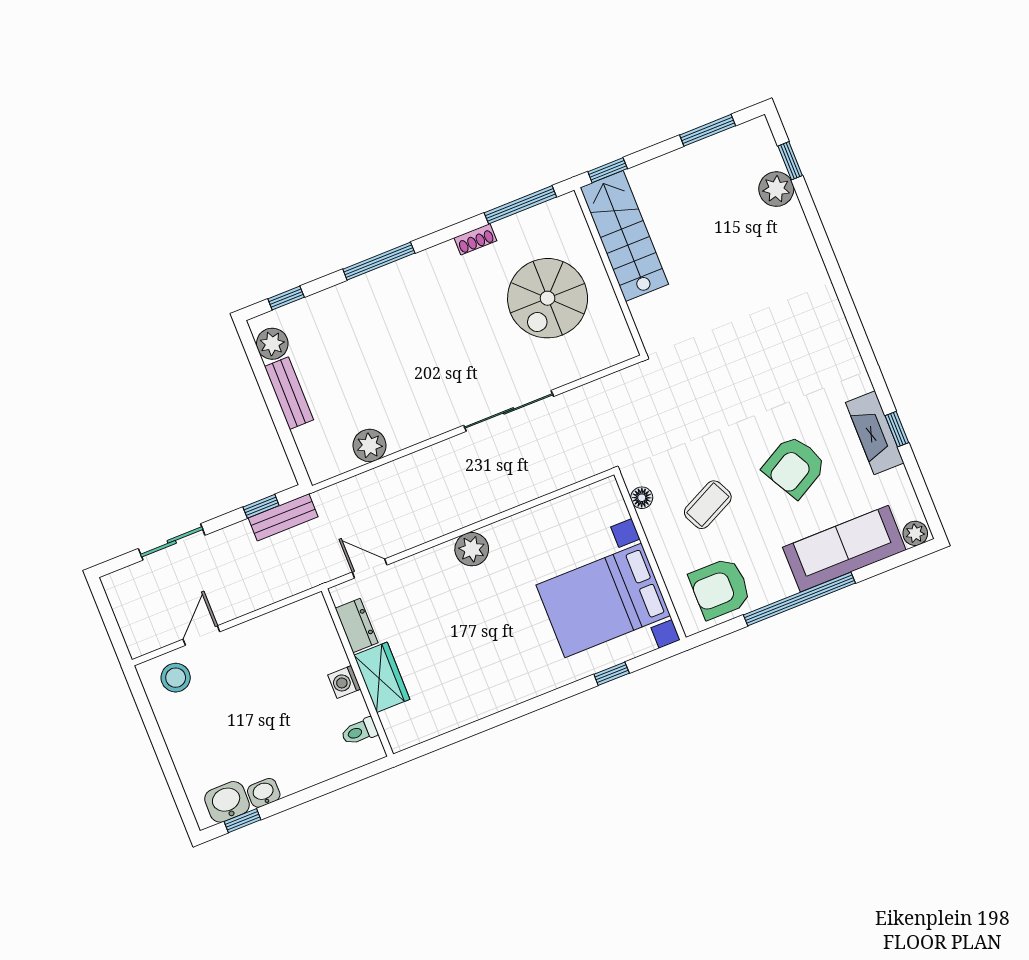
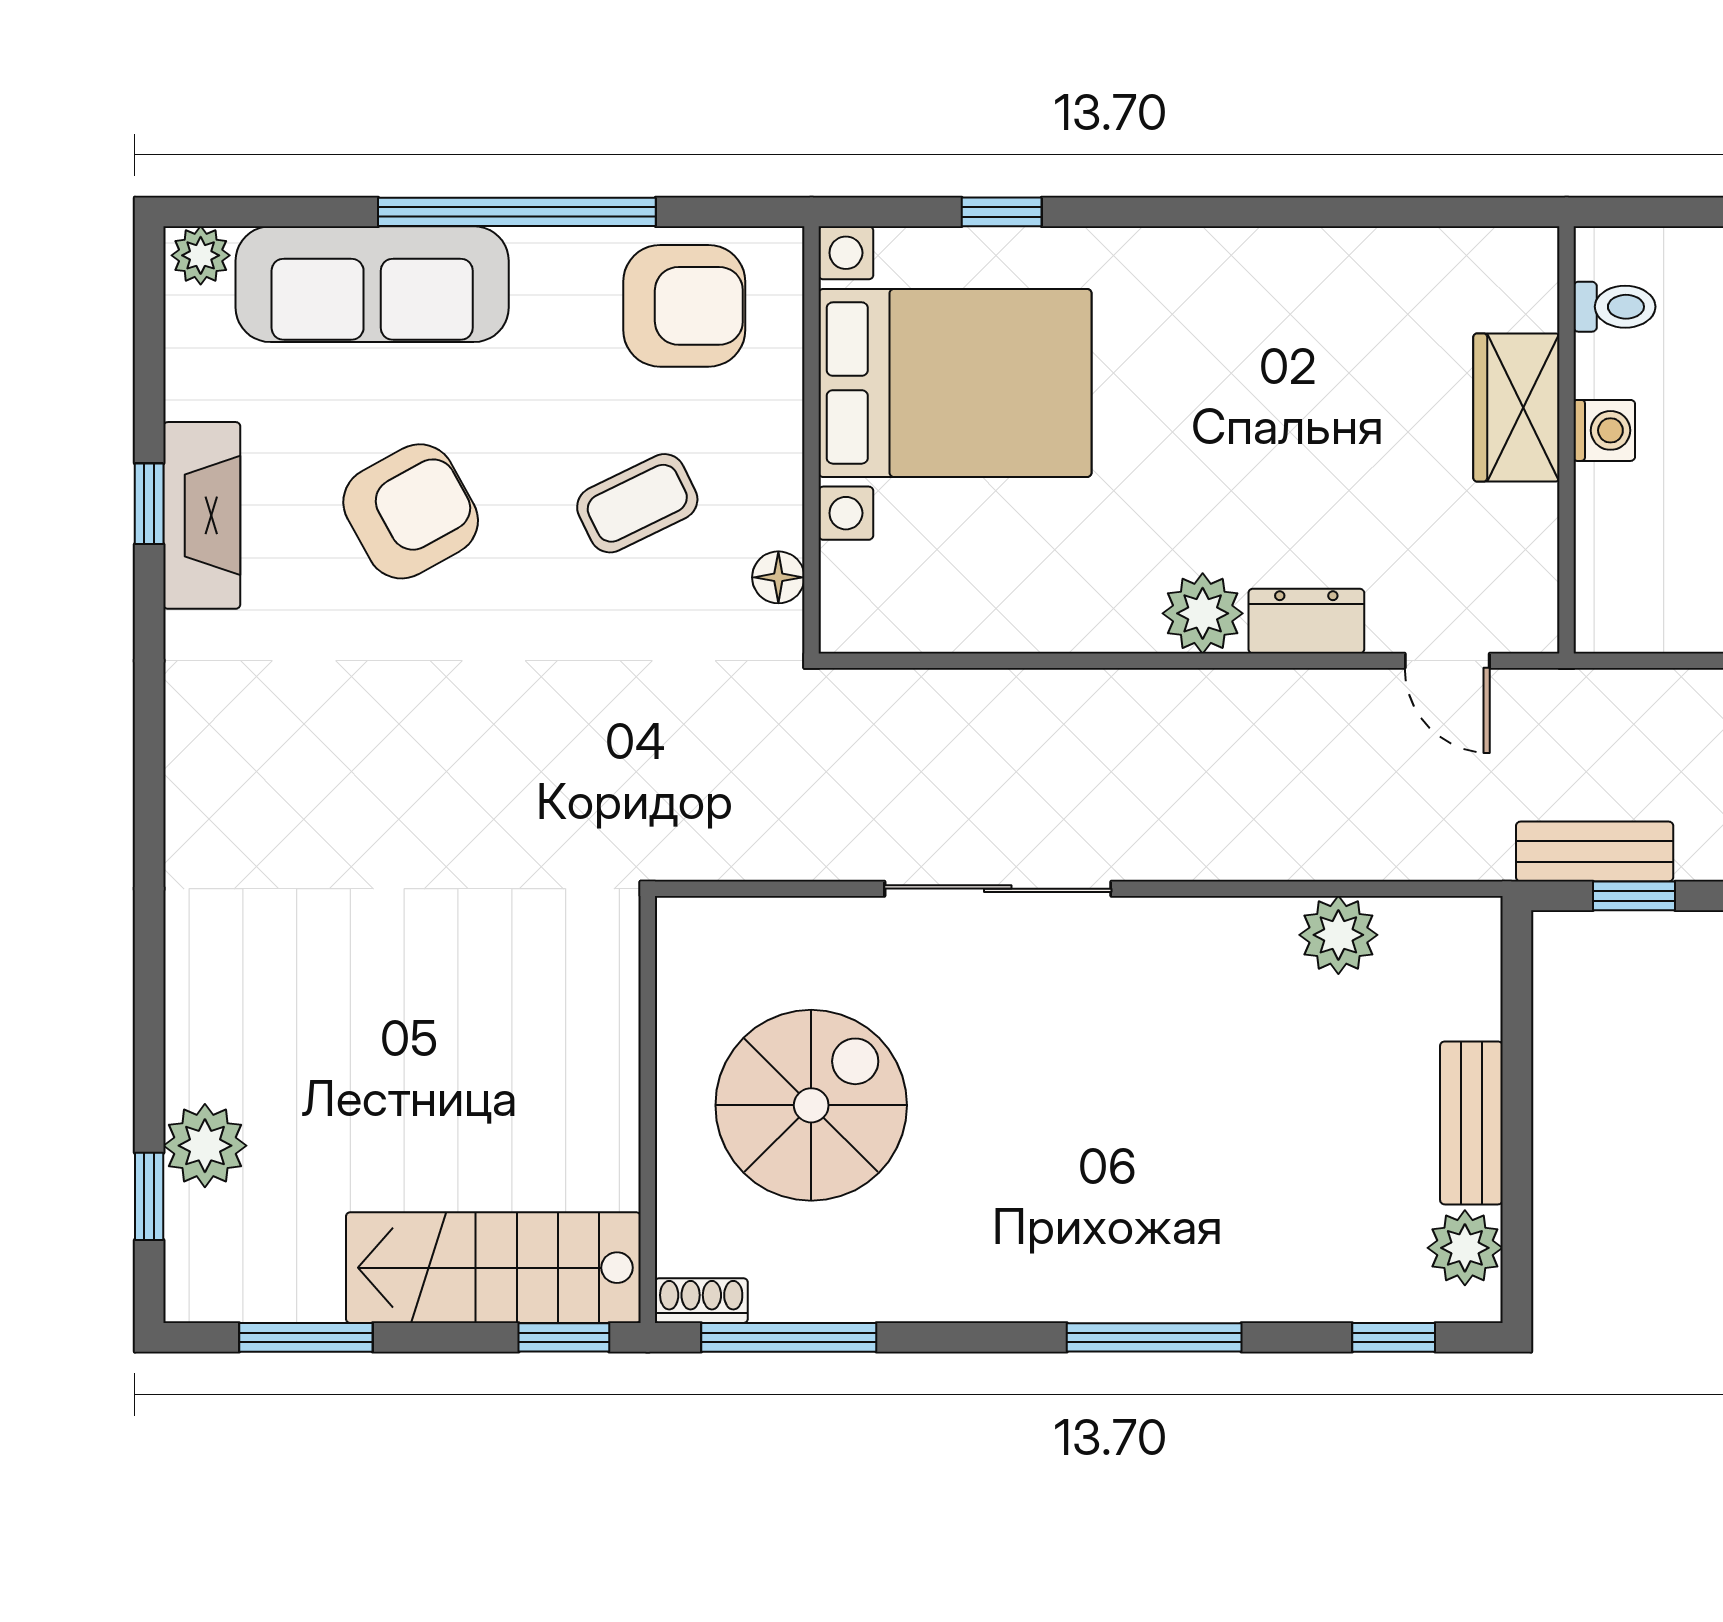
stairs: (624, 236) -> (493, 1268), moved, turned 90
shoe rack: (475, 239) -> (701, 1301), moved
dresser: (357, 626) -> (1306, 621), moved, turned 90

